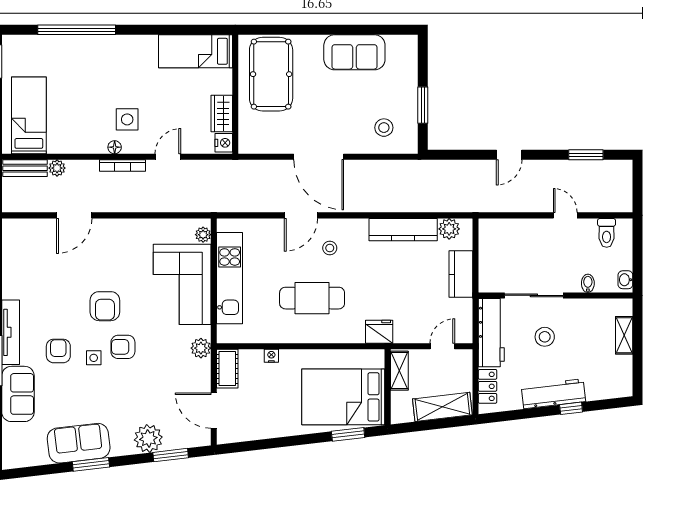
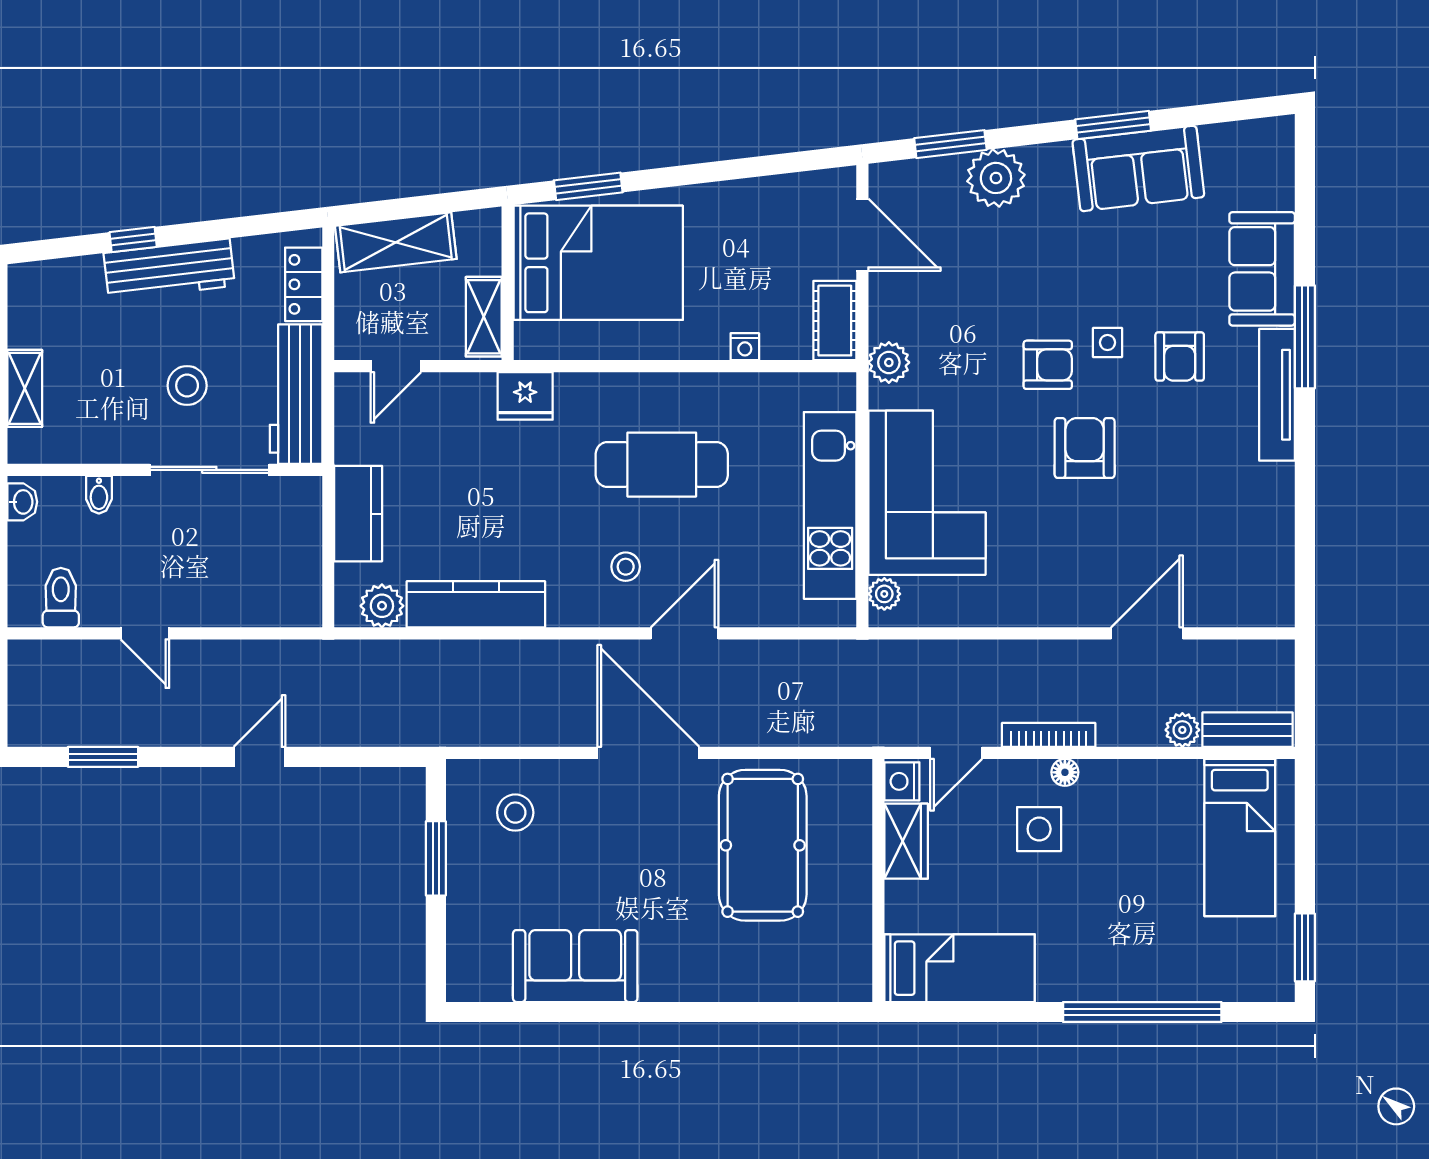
bed: (195, 51) -> (960, 968), moved
pool table: (271, 74) -> (763, 845), moved
wall: (235, 94) -> (878, 880), moved
wardrobe: (222, 114) -> (906, 841), moved
nightstand: (224, 143) -> (902, 781), moved

